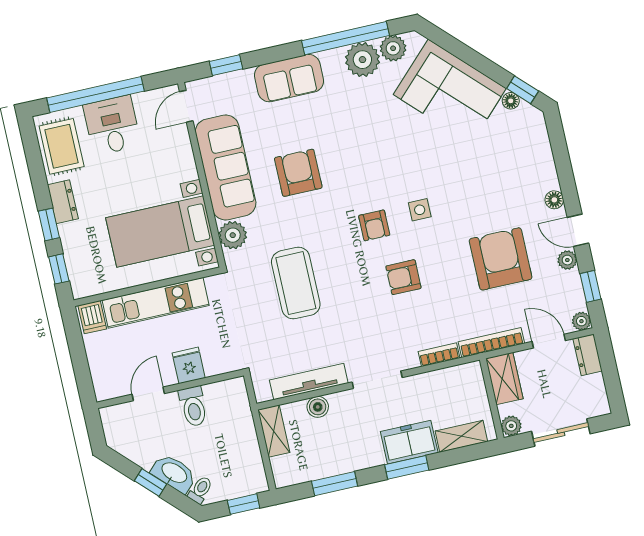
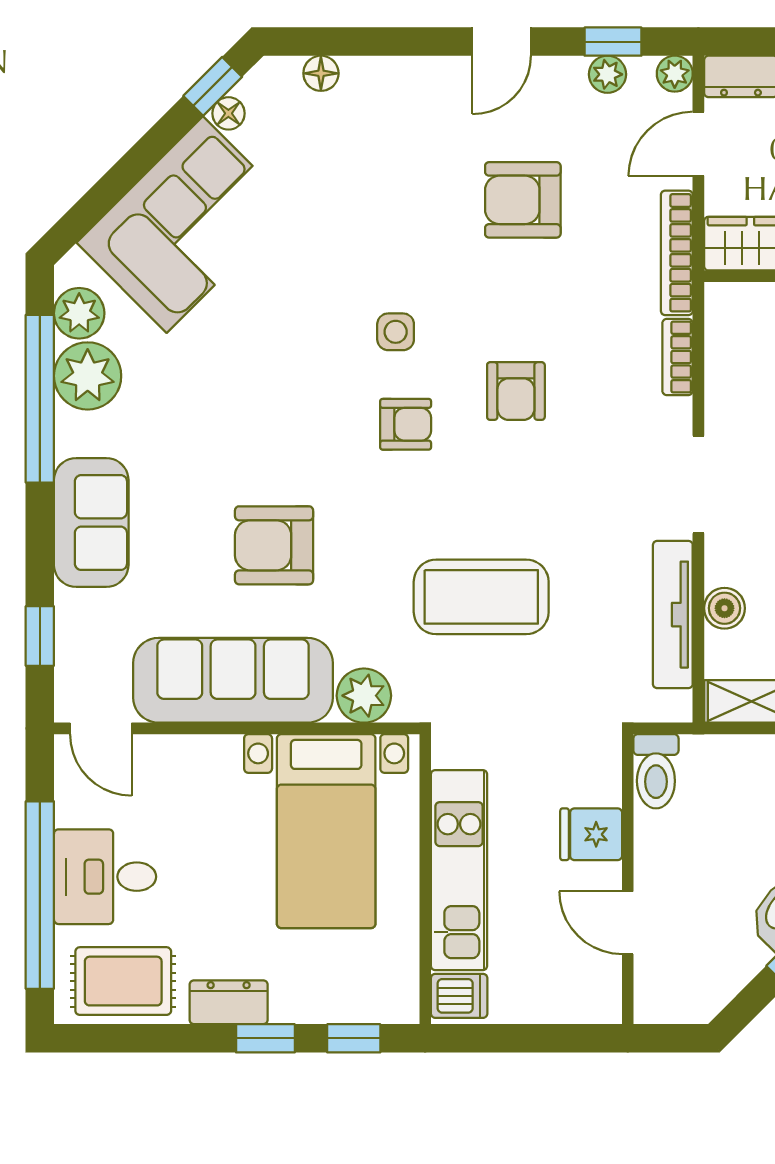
floor lamp: (554, 200) -> (321, 73), moved
armchair: (501, 259) -> (523, 200), width x0.73, depth x0.73
plant: (567, 260) -> (607, 74), moved
toilet: (193, 406) -> (656, 771), moved, turned 90

